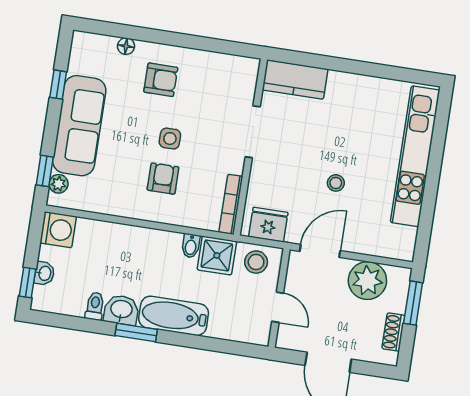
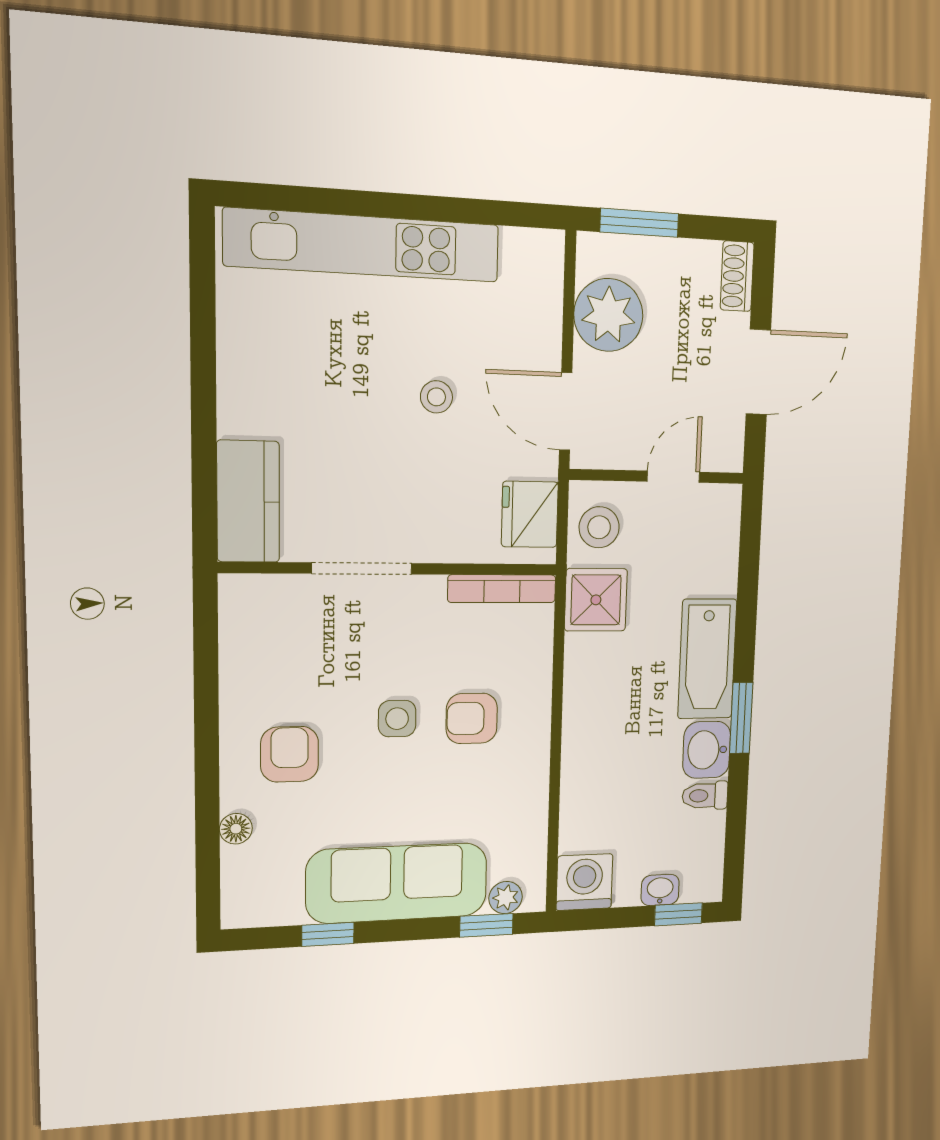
bidet: (191, 246) -> (584, 649), removed
shoe rack: (393, 332) -> (737, 276), moved, turned 90

